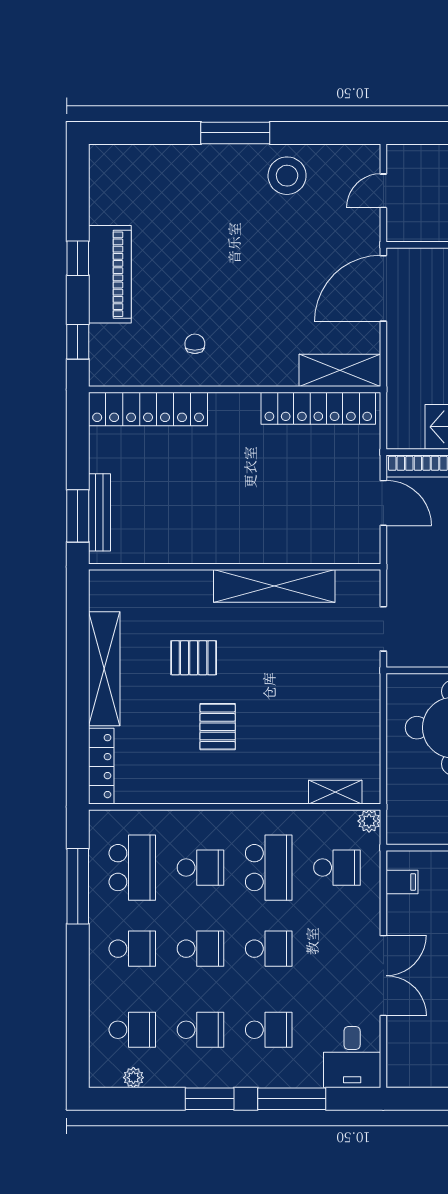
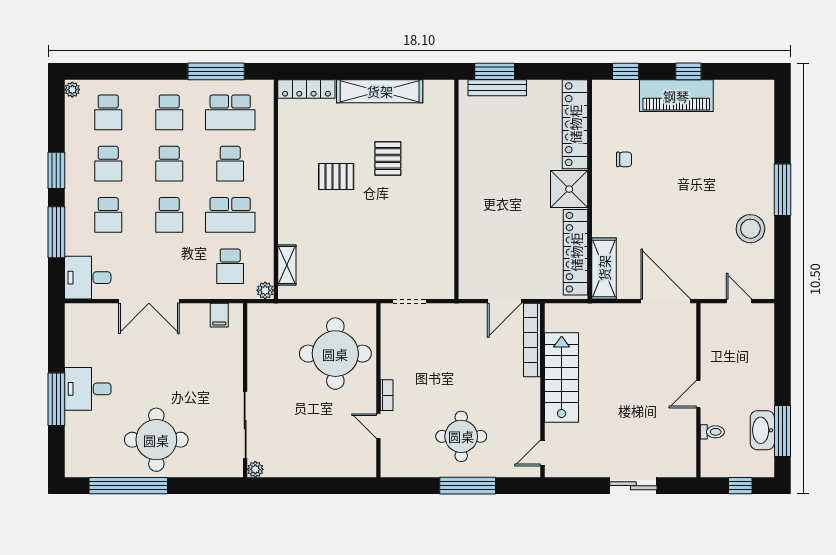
shower: (234, 417) -> (569, 189), added
shelving: (274, 586) -> (442, 219), removed
plant: (133, 1078) -> (72, 90), moved

